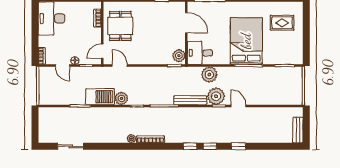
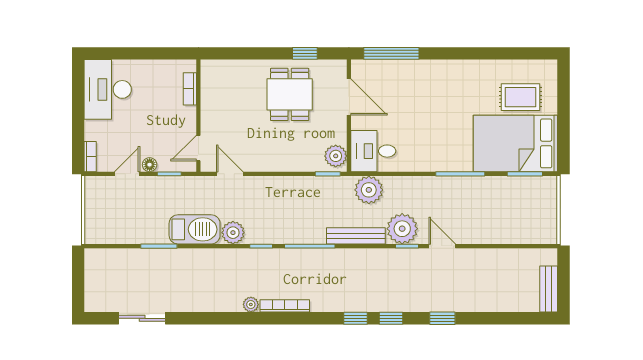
dining table: (120, 26) -> (290, 94), moved
bed: (246, 41) -> (515, 143), moved, turned -90
door: (62, 66) -> (127, 174), swing flipped
plant: (209, 75) -> (369, 190), moved

